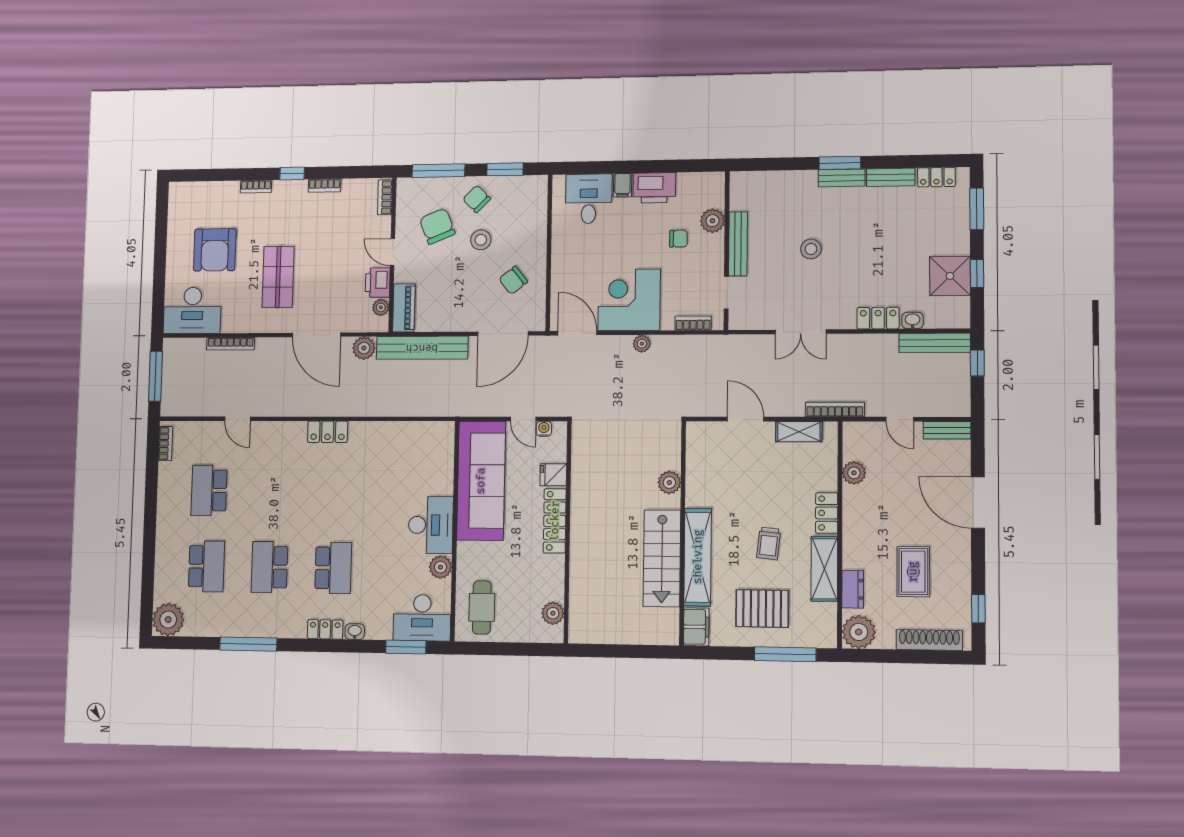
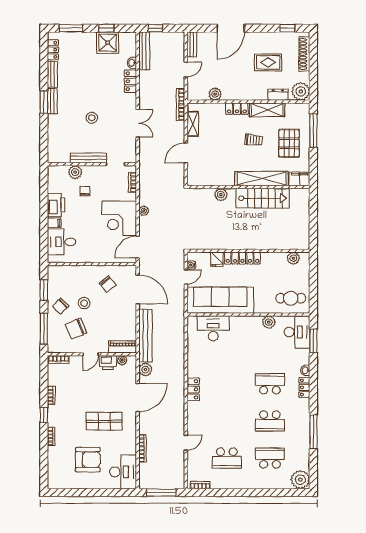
desk: (431, 525) -> (213, 328), moved

